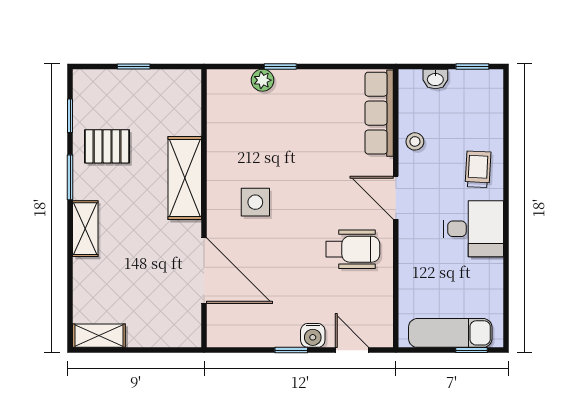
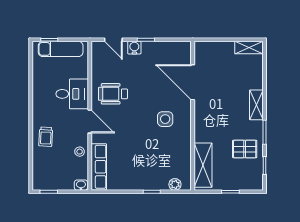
washbasin: (435, 79) -> (81, 185), moved
plant: (263, 80) -> (175, 184), moved
shelving: (185, 178) -> (203, 165), moved
desk: (473, 229) -> (72, 94), moved, turned 180

